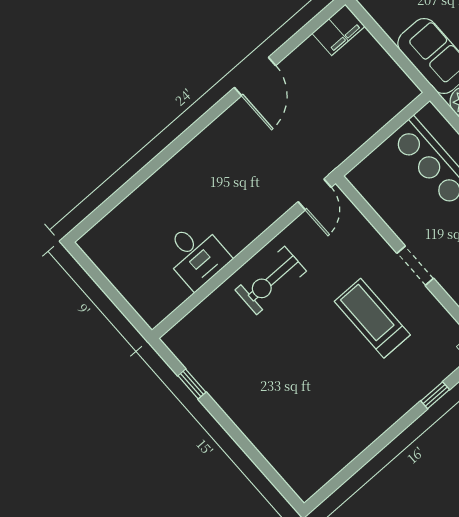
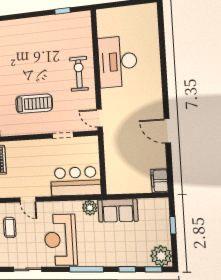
desk: (196, 255) -> (117, 62), width x1.87, depth x1.30
doorway: (415, 266) -> (63, 135), moved

